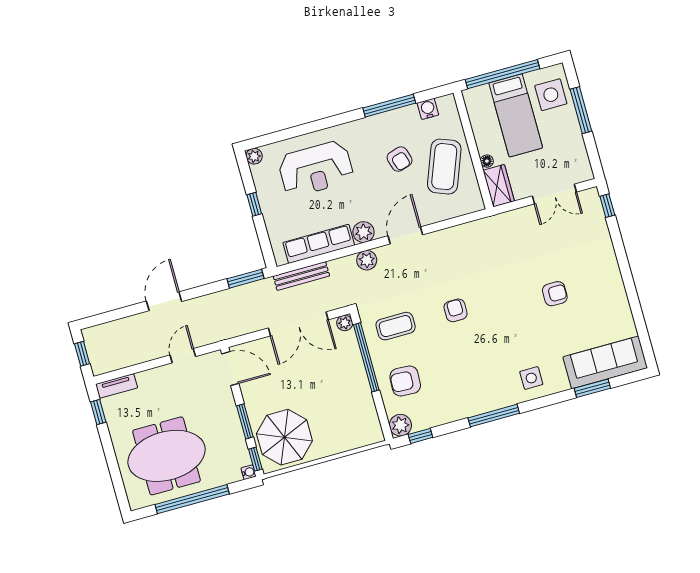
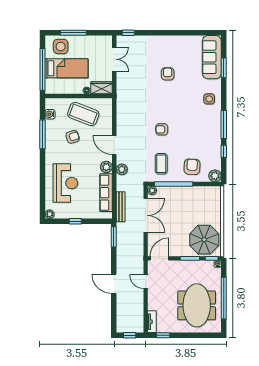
armchair: (405, 381) -> (192, 167), turned 180
window: (420, 436) -> (224, 151), moved

